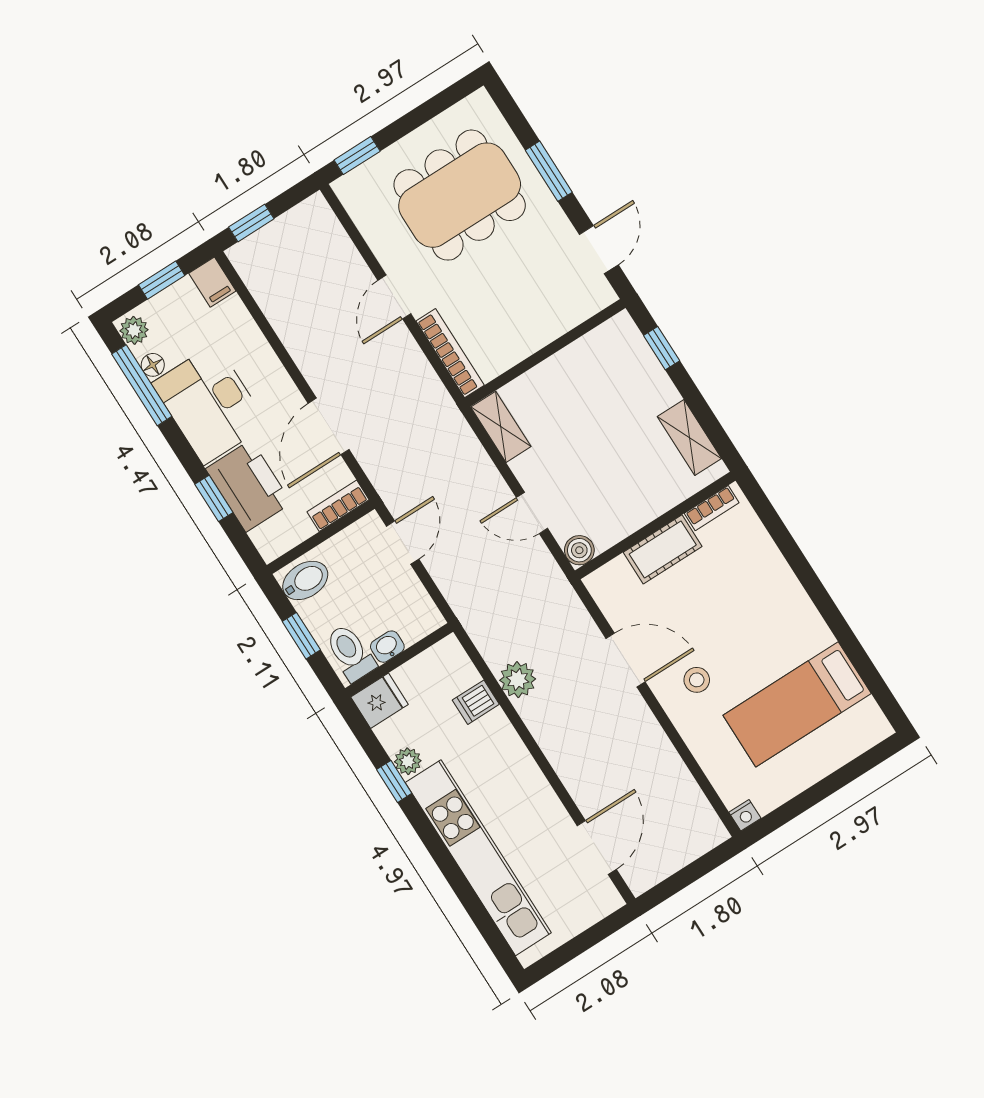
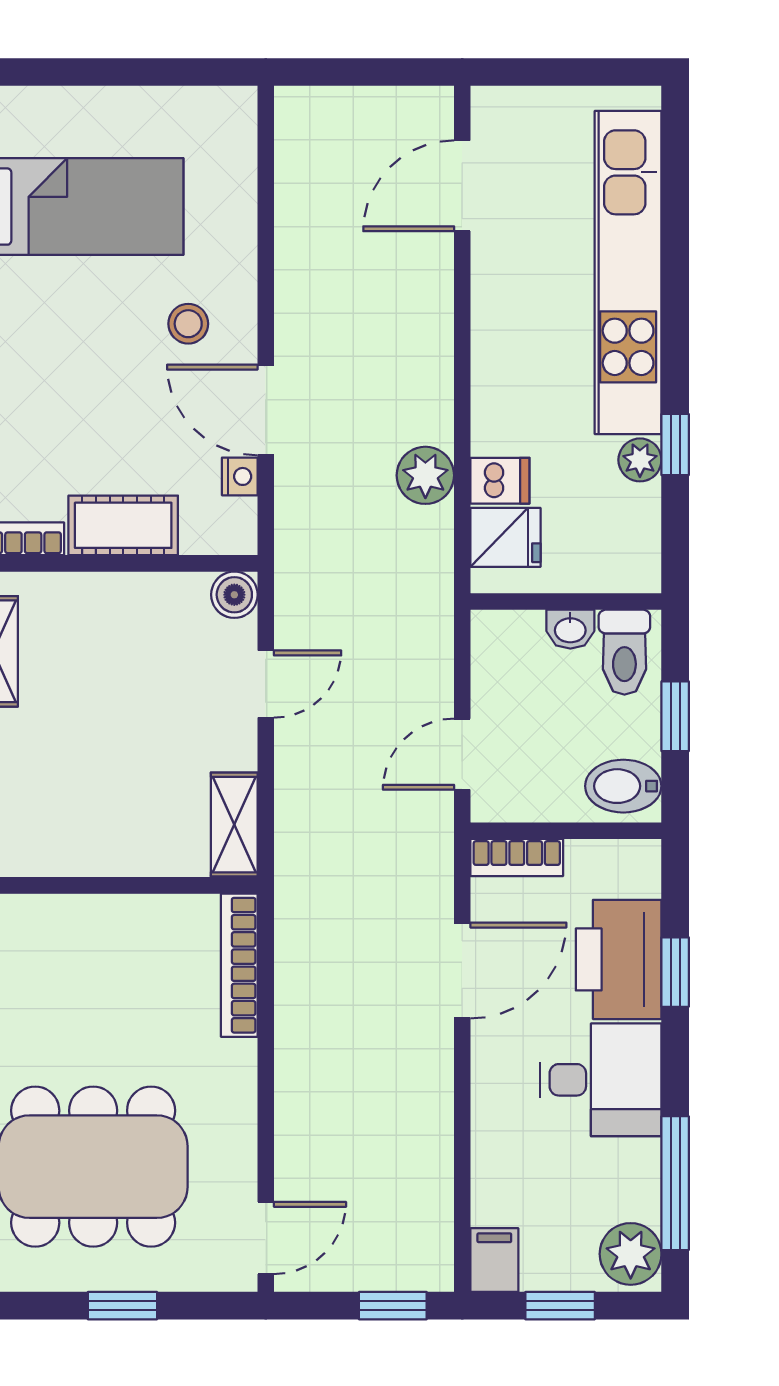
window: (357, 156) -> (122, 1306), moved
door: (394, 297) -> (266, 1238), moved
plant: (134, 330) -> (631, 1254), width x1.38, depth x1.38
floor lamp: (153, 365) -> (643, 1201), removed
desk: (210, 404) -> (601, 1080), width x0.73
door: (532, 513) -> (266, 684), hinge flipped
fridge: (380, 701) -> (506, 537), moved, turned 180
nightstand: (745, 815) -> (240, 476), moved, turned 90

